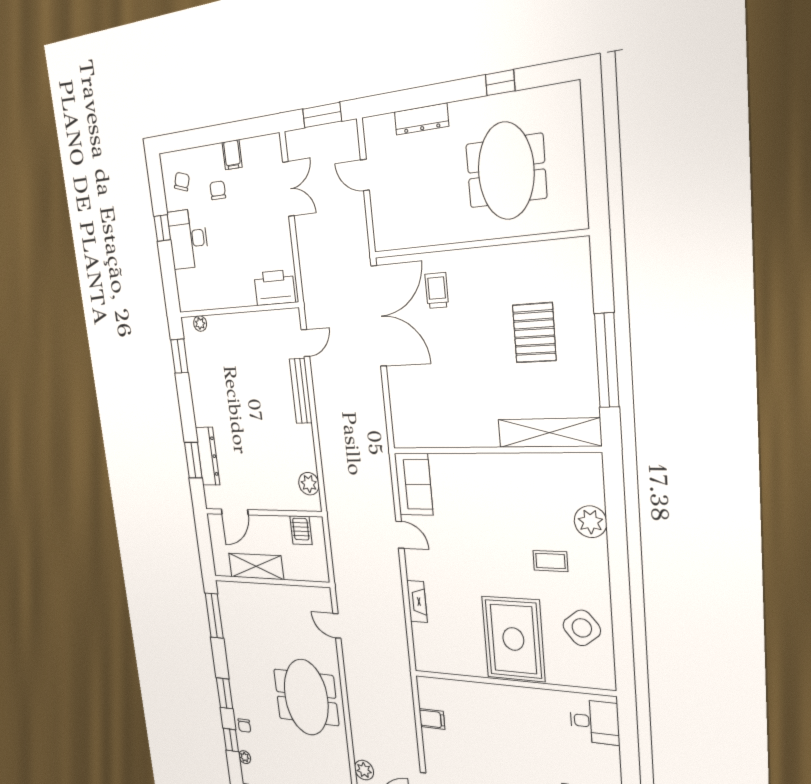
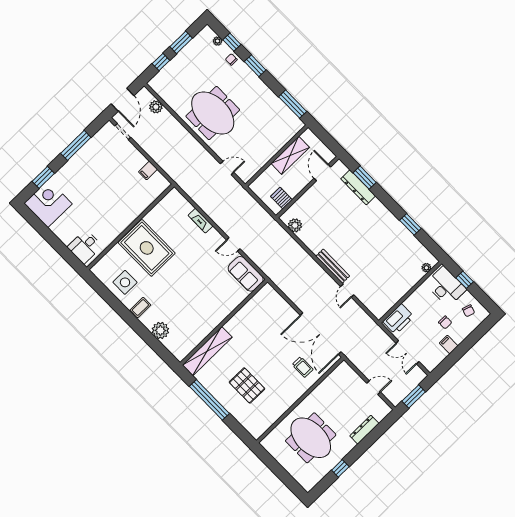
printer: (274, 288) -> (398, 319), moved
wall: (238, 310) -> (410, 292), moved
plant: (200, 323) -> (426, 268), moved
coffee table: (550, 561) -> (140, 308), moved
side table: (582, 628) -> (125, 282), turned 38

